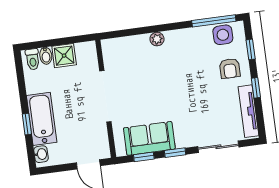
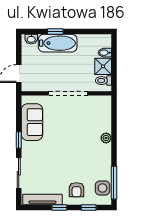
toilet: (33, 59) -> (103, 81), moved
armchair: (230, 68) -> (77, 190), turned -90
window: (144, 157) -> (19, 116), removed

